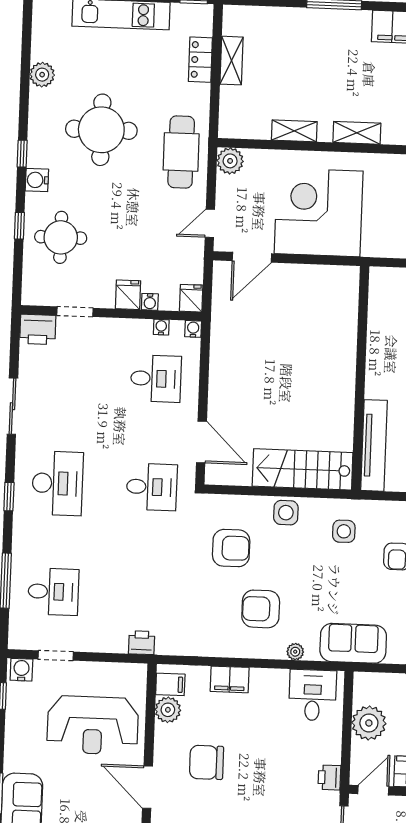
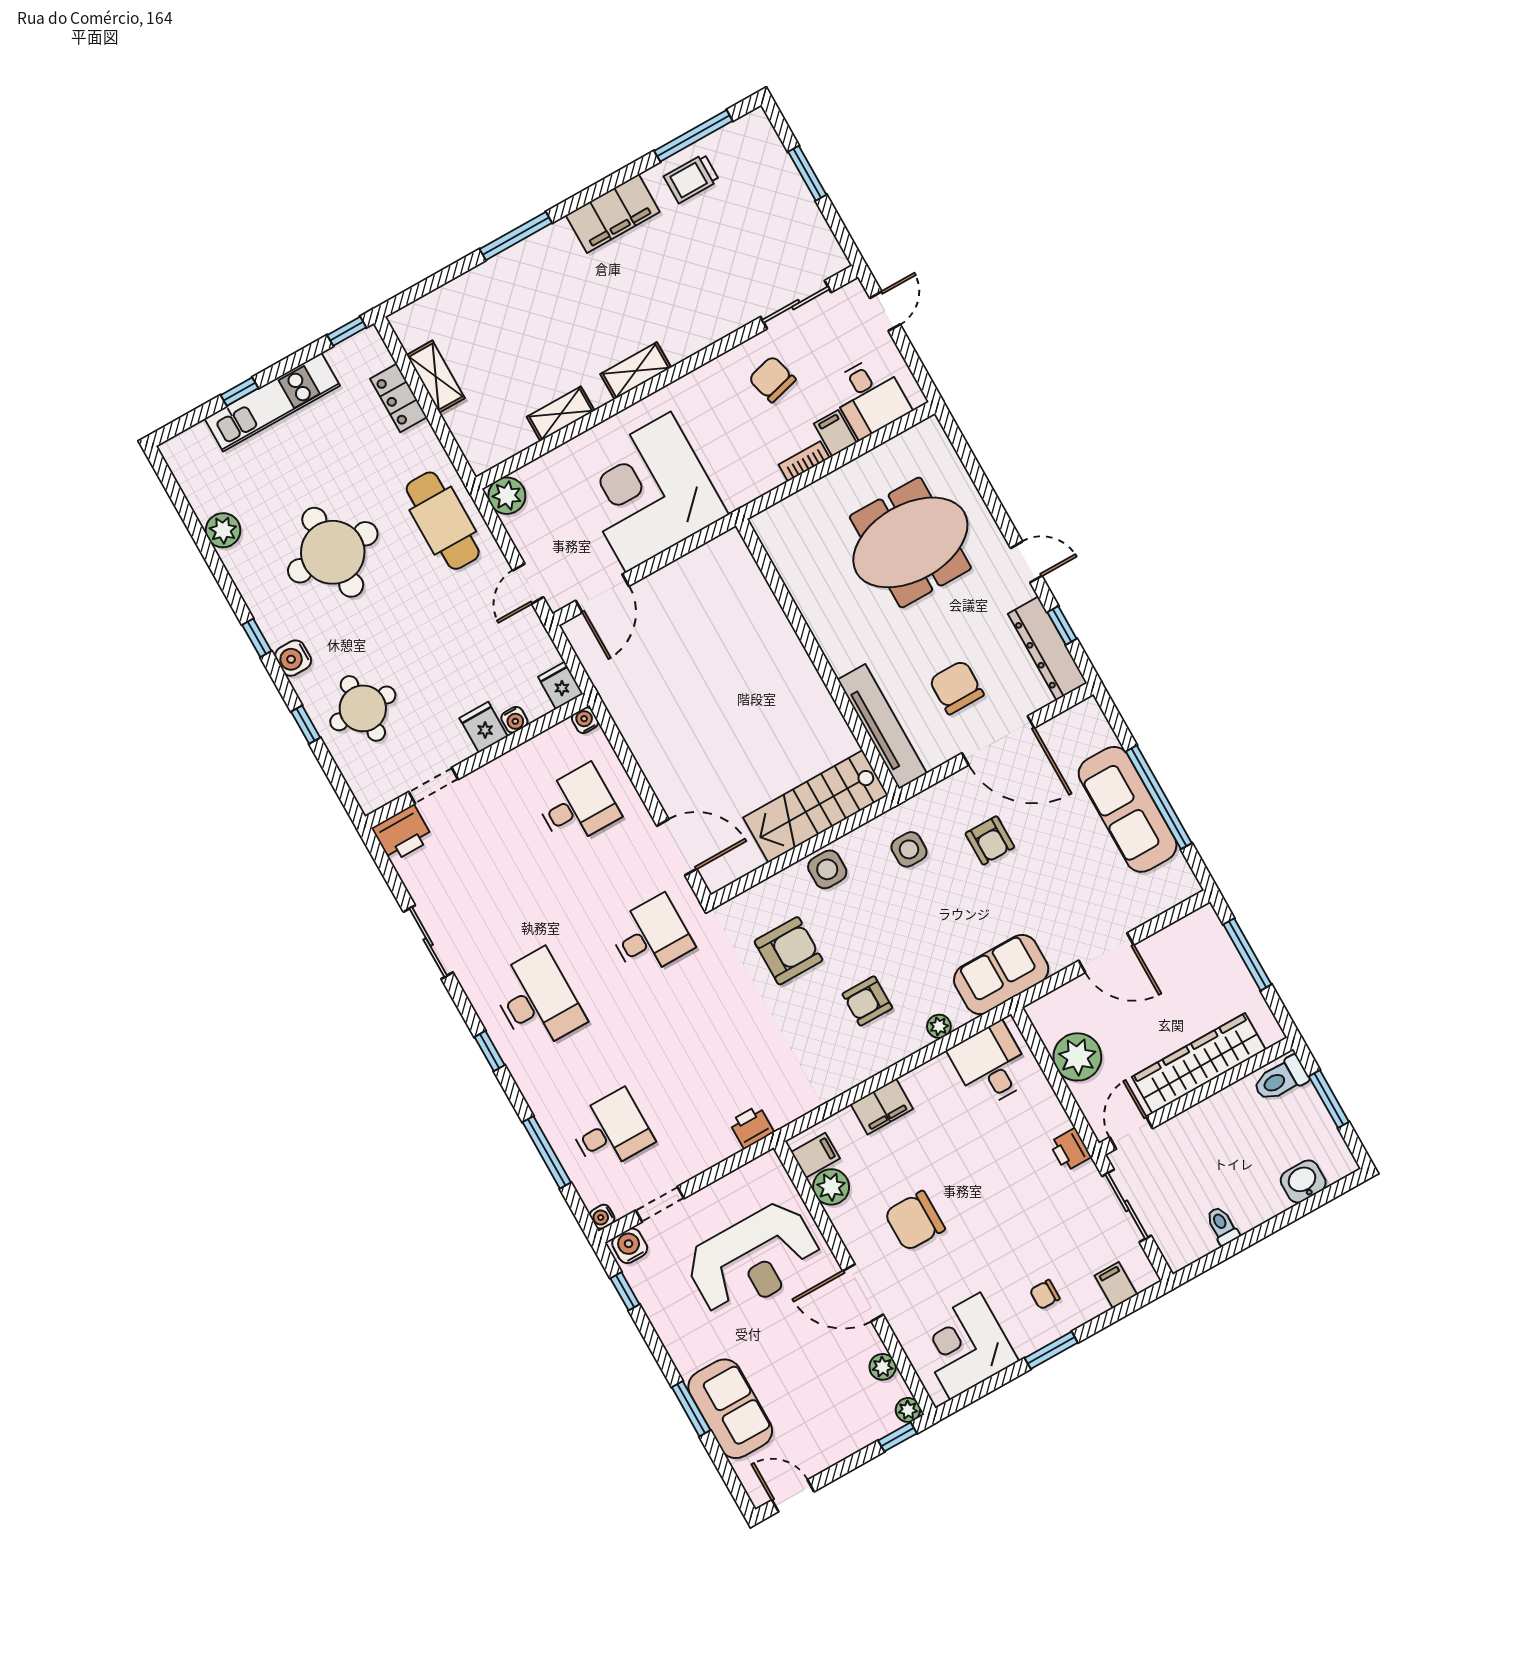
water cooler: (161, 327) -> (602, 1217), moved, turned -90
armchair: (261, 609) -> (867, 1001), width x0.72, depth x0.72

